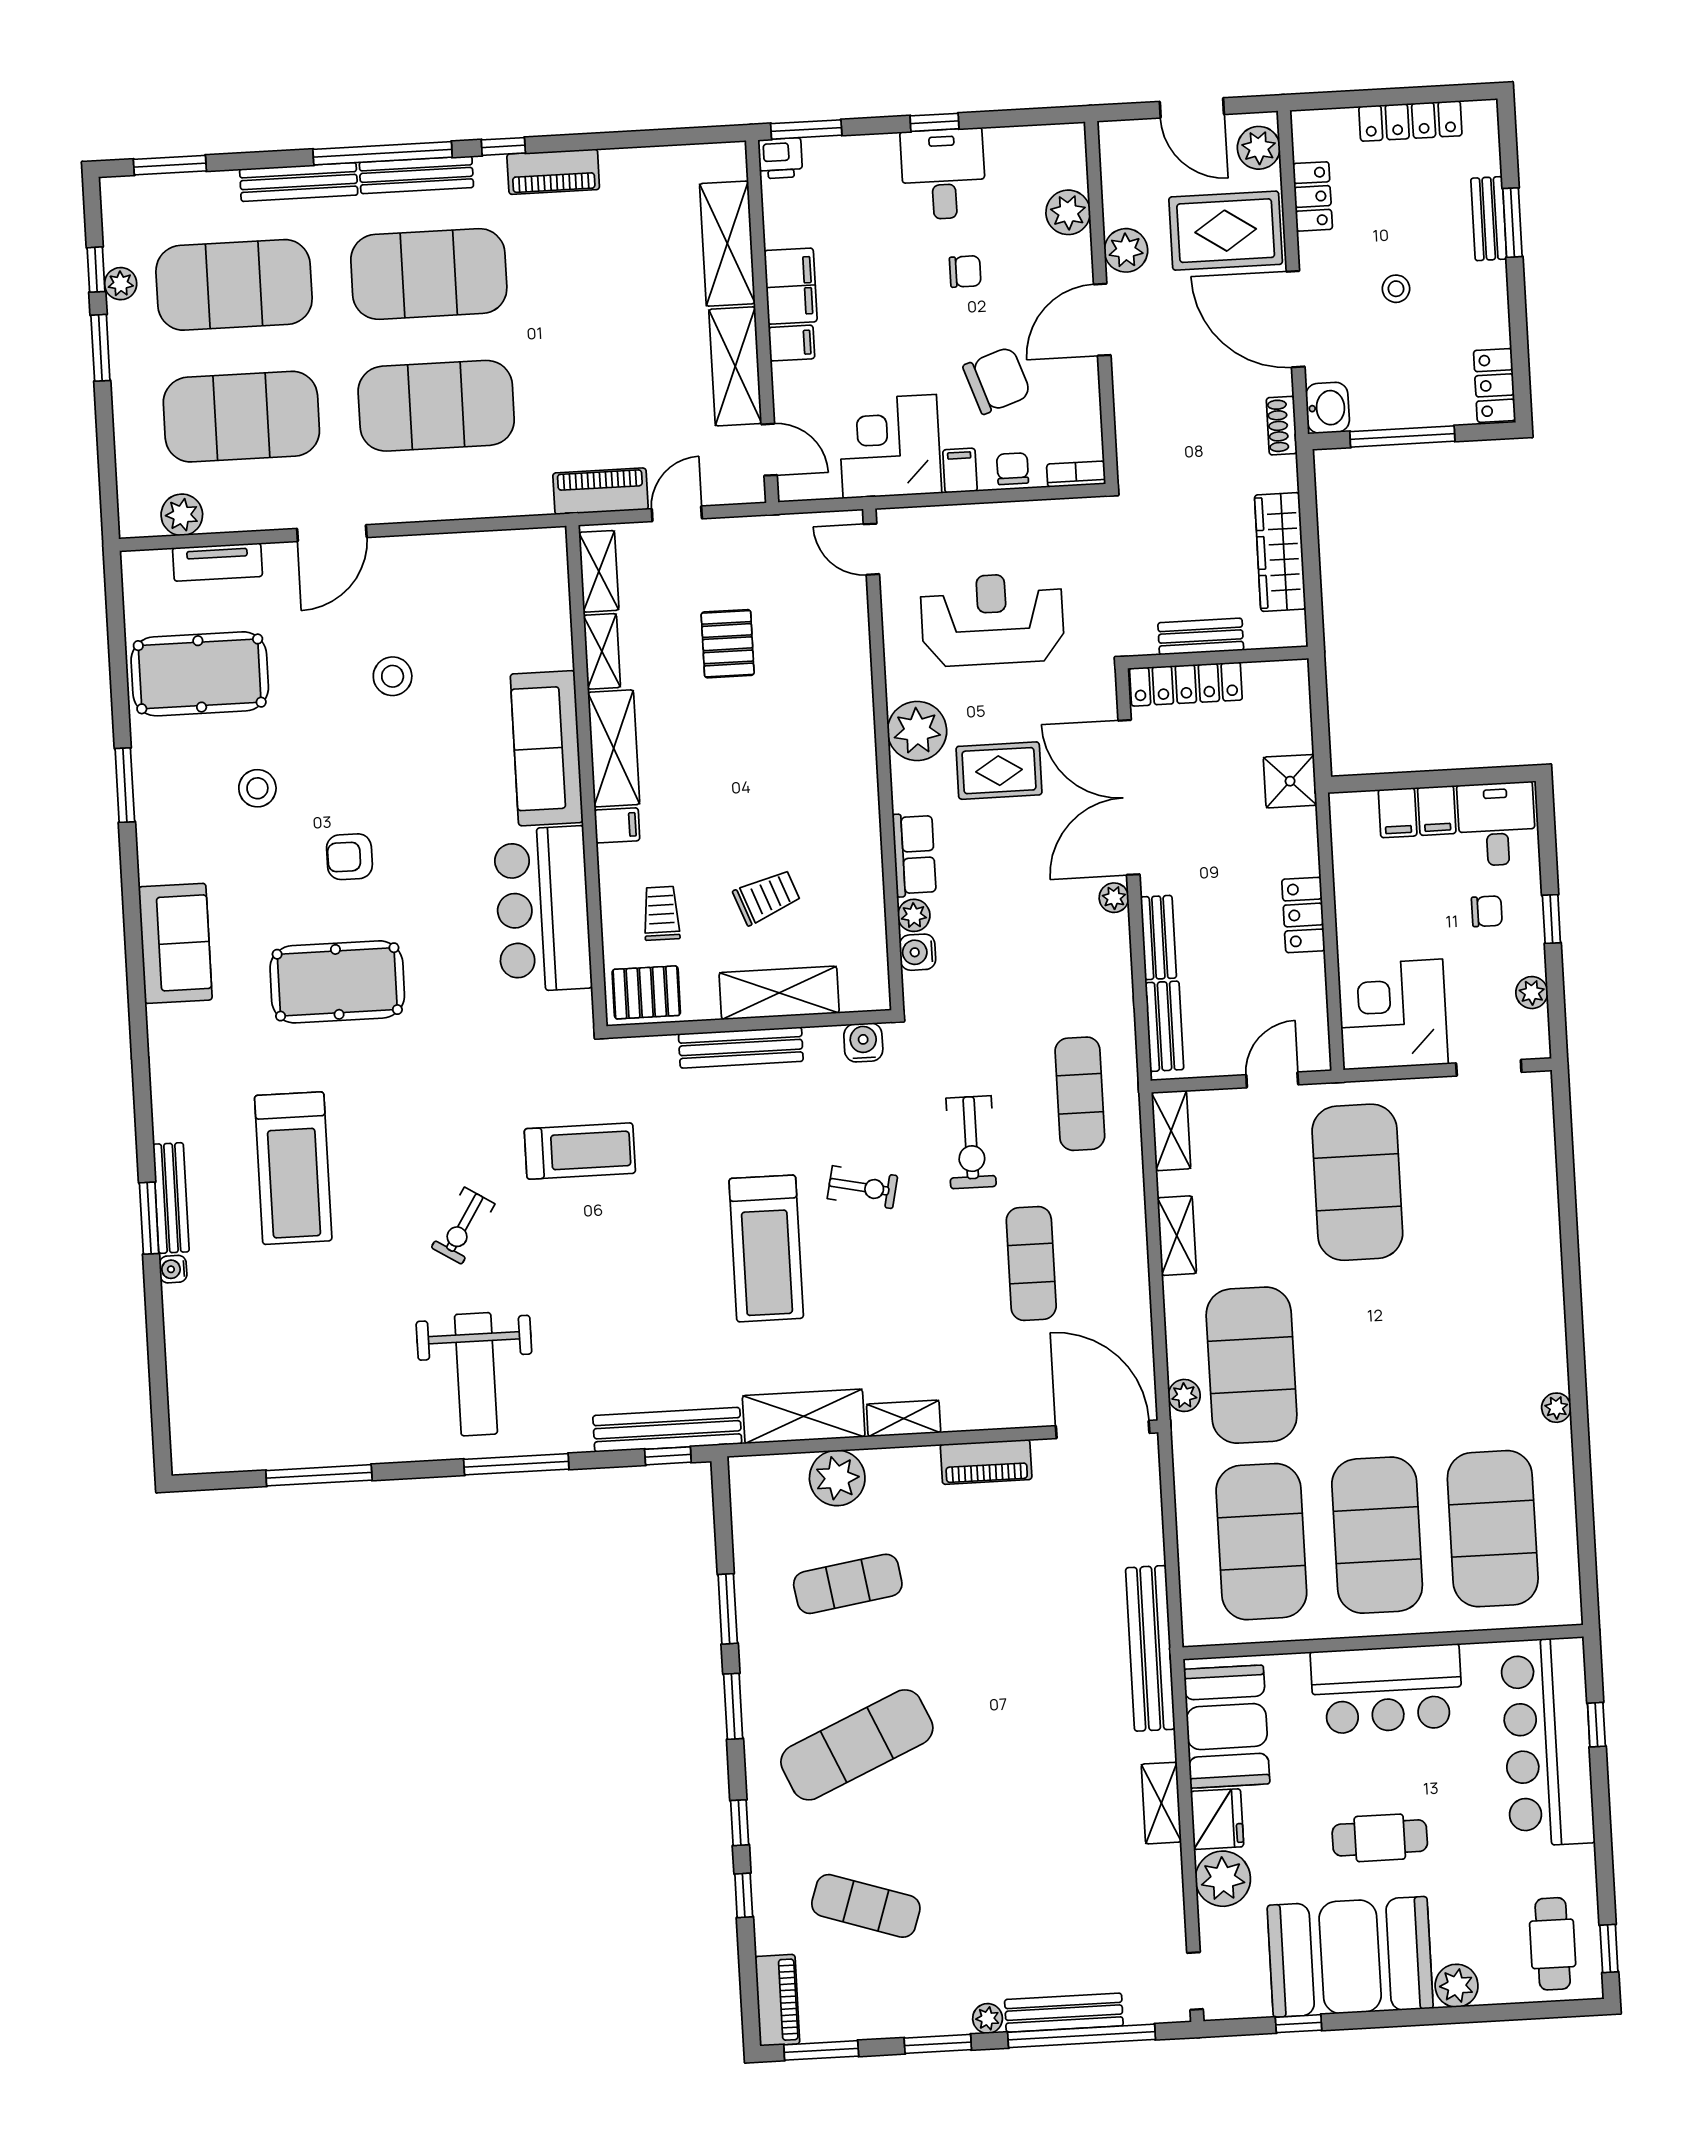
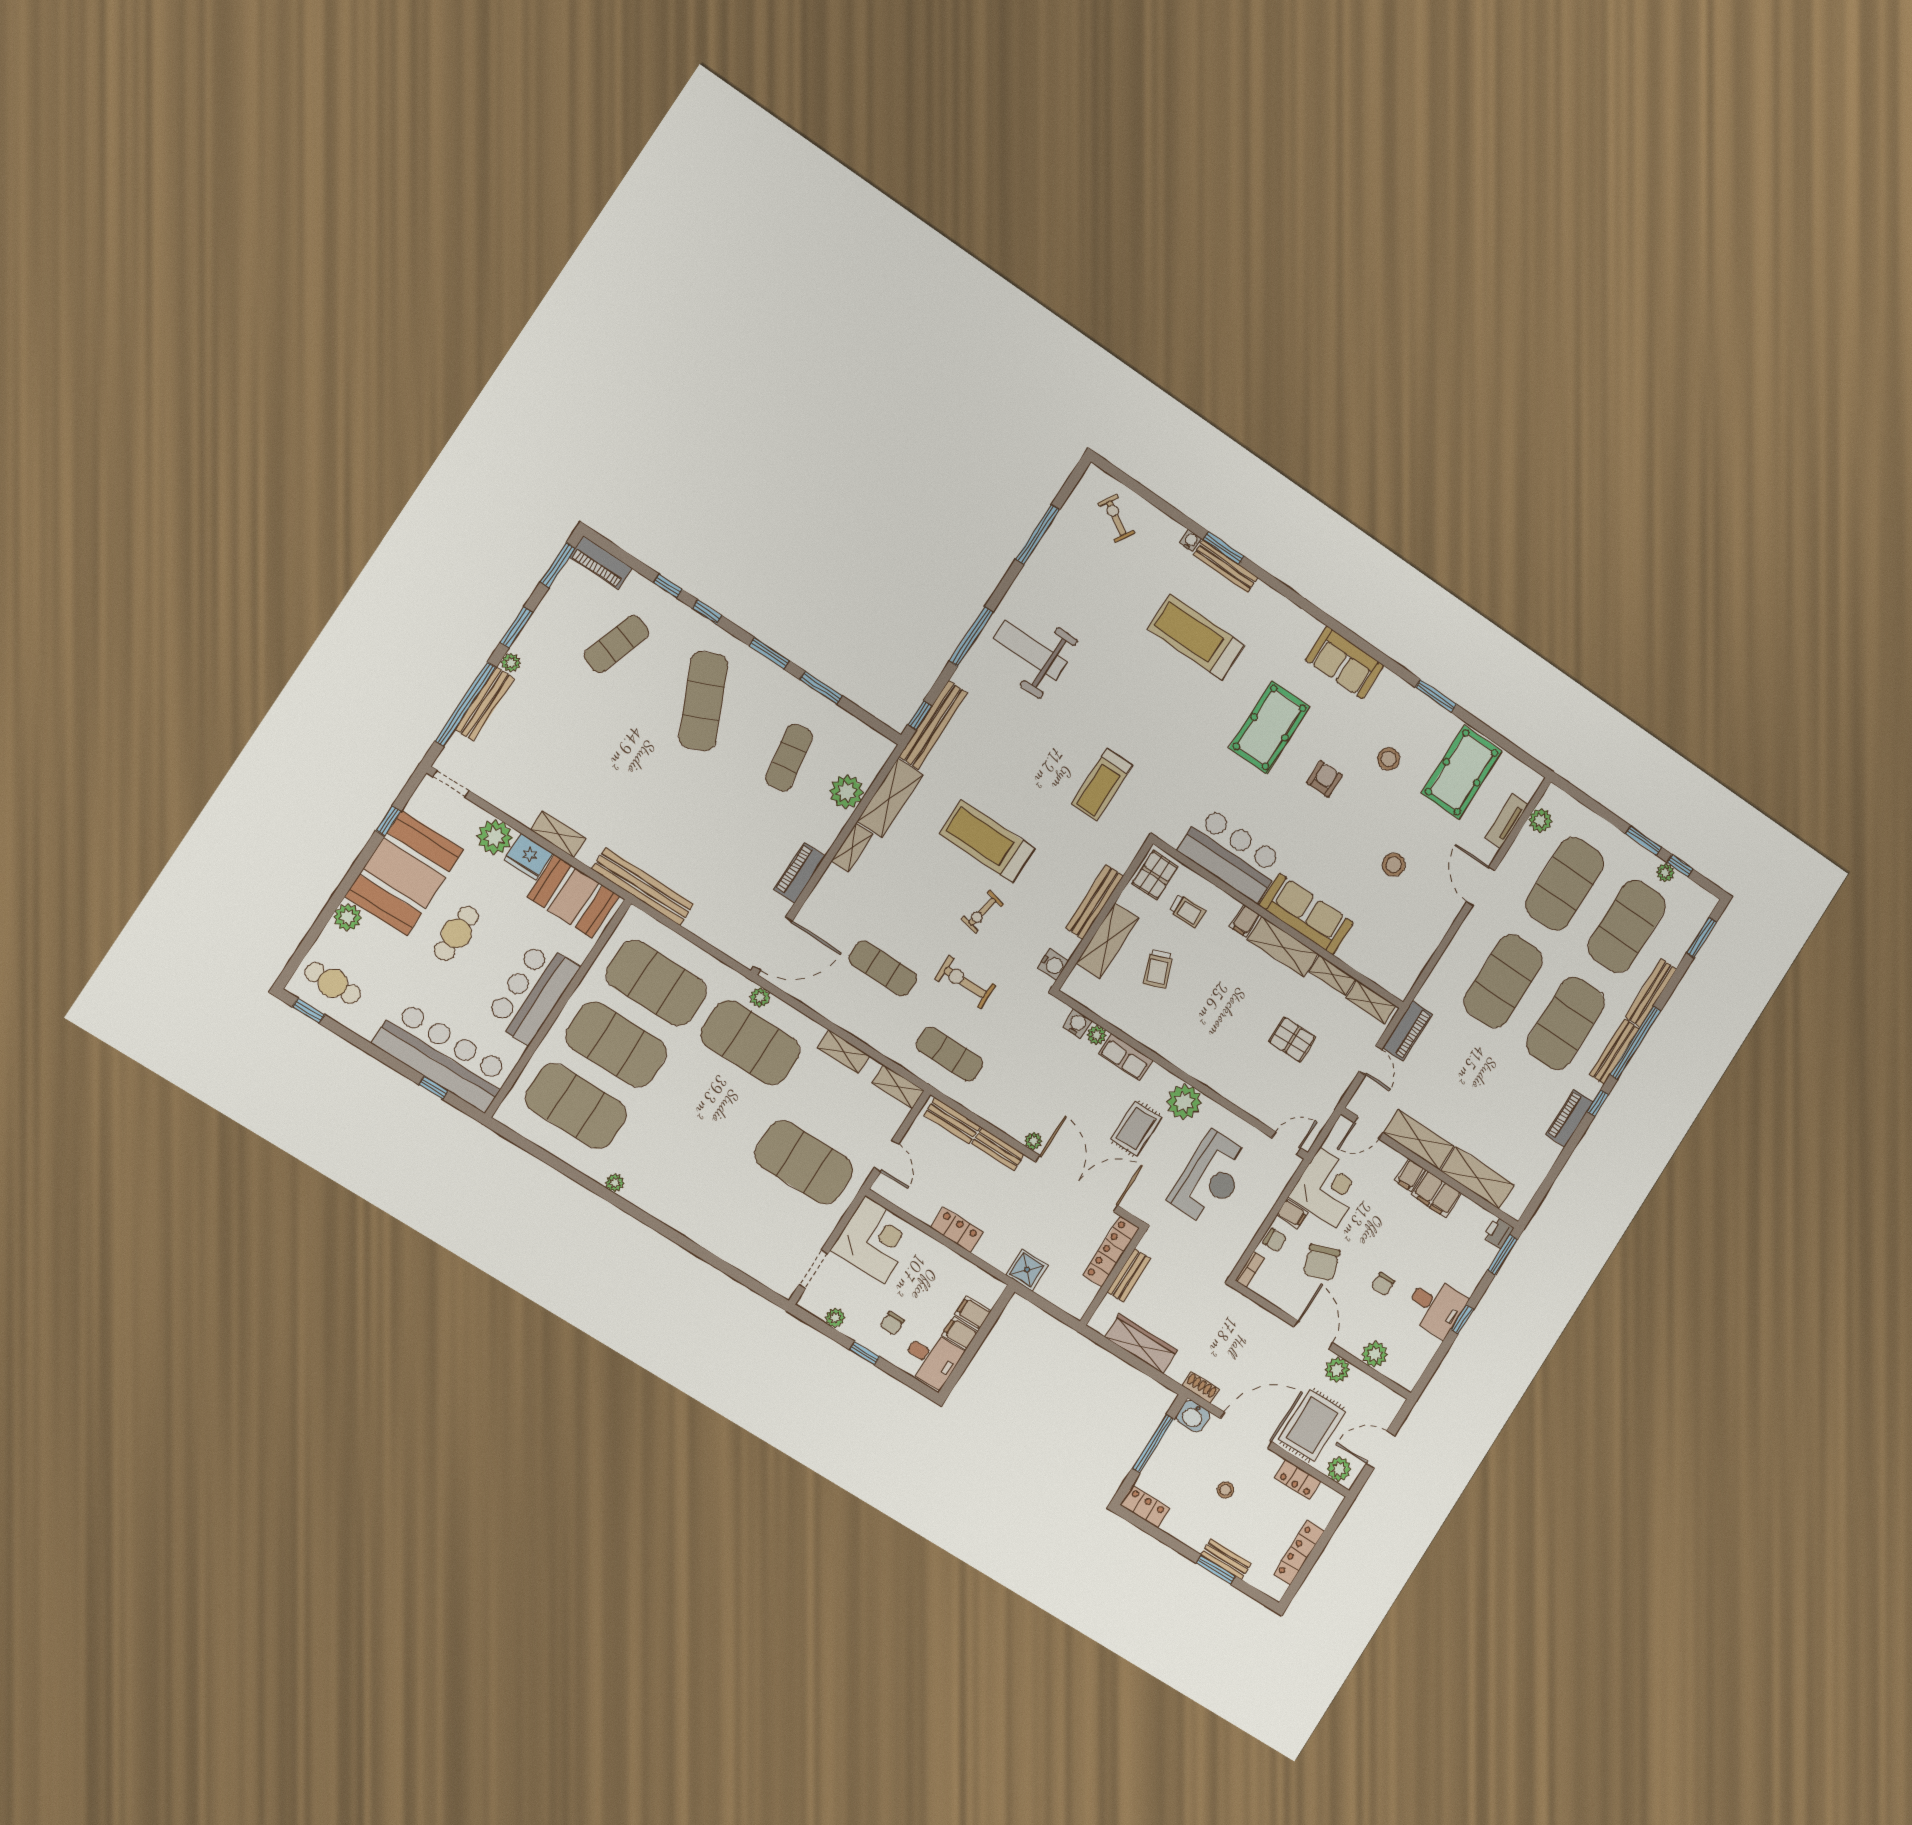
exercise bike: (463, 1226) -> (1116, 518), moved

